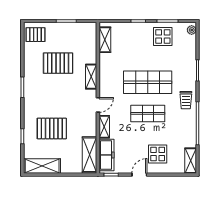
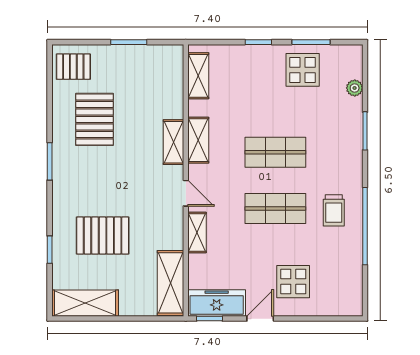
plant: (192, 30) -> (355, 88), moved
pallet: (58, 63) -> (95, 119), moved, turned 90
shop shelf: (148, 82) -> (275, 152), width x0.70, depth x0.74
trolley: (186, 100) -> (334, 210), moved
door: (98, 105) -> (186, 193), hinge flipped
freezer: (107, 155) -> (217, 303), moved, turned -90
shelving: (191, 161) -> (198, 140), moved

